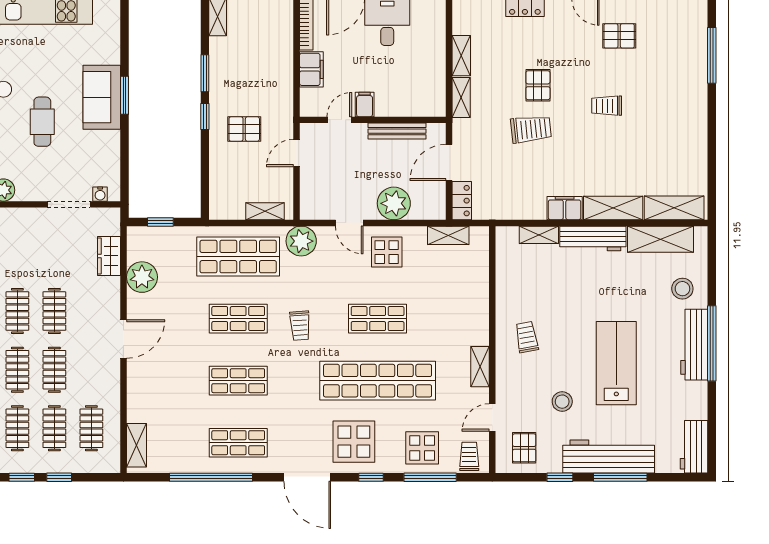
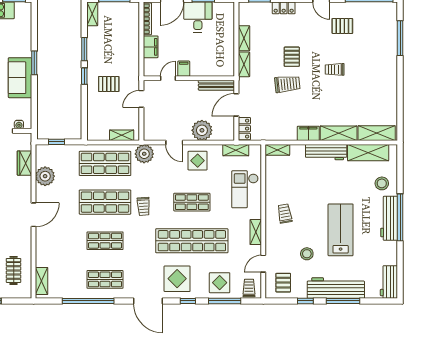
sofa: (102, 97) -> (20, 78), moved
bench: (397, 131) -> (216, 85), moved
shelving: (539, 235) -> (277, 150), moved
checkout: (463, 298) -> (245, 189), added
shop shelf: (238, 319) -> (105, 202), width x1.43, depth x1.36

